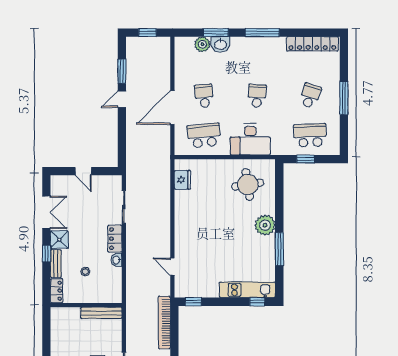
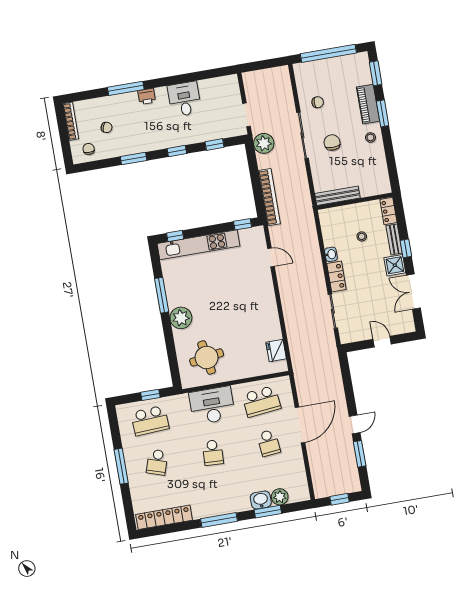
kitchen unit: (247, 290) -> (198, 245), width x1.36

